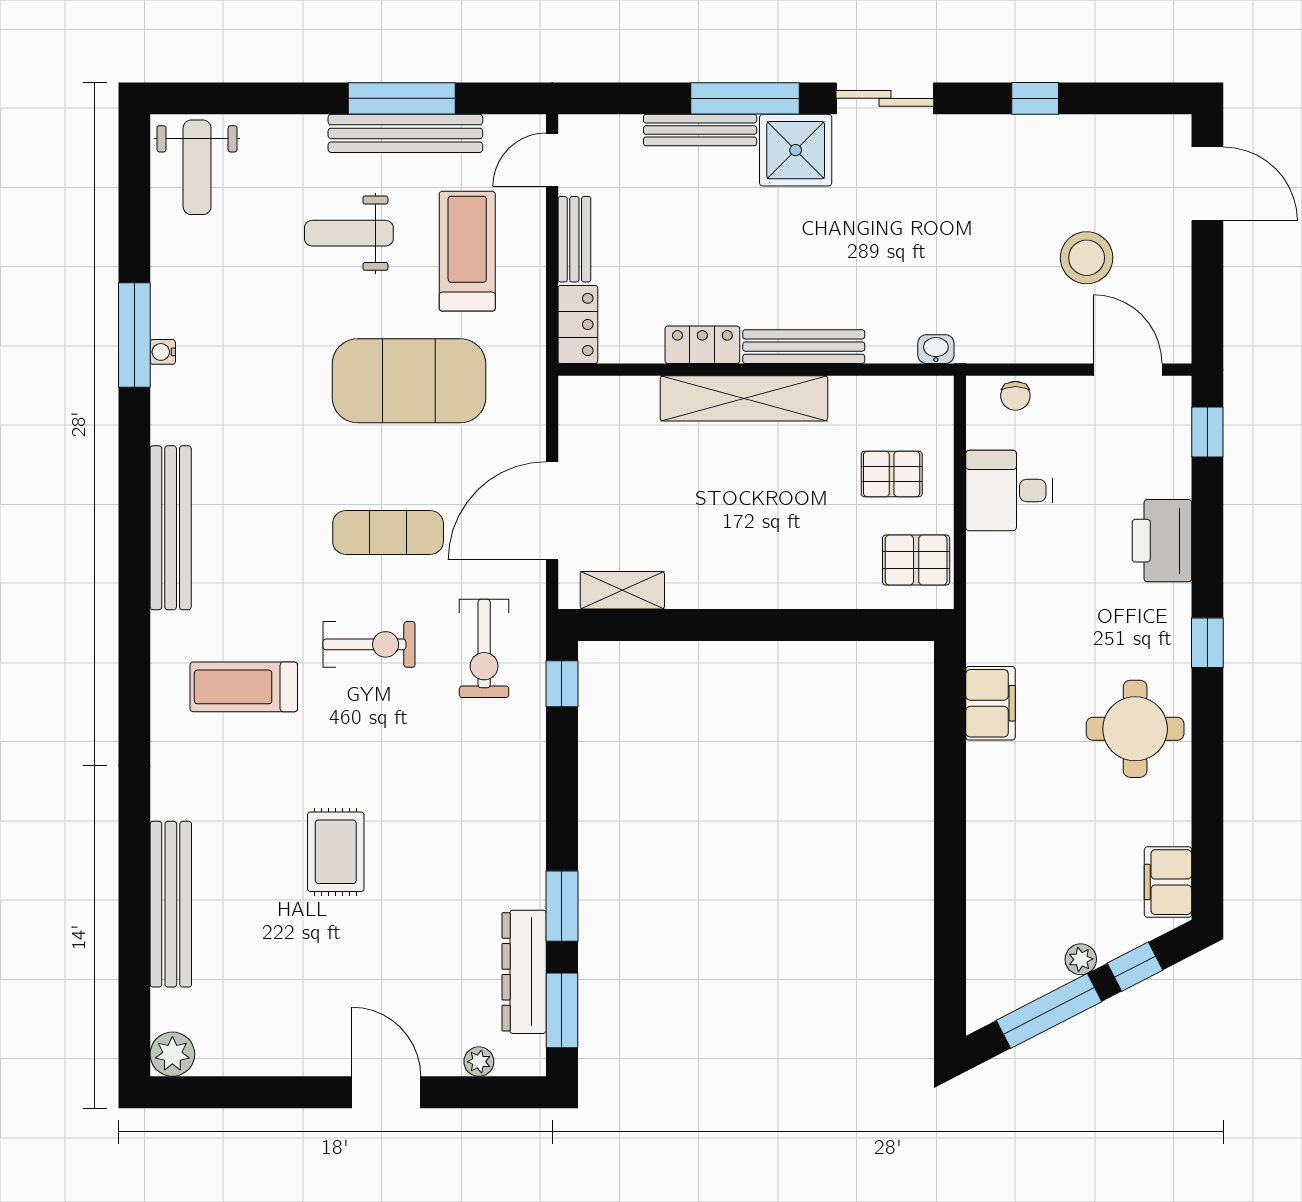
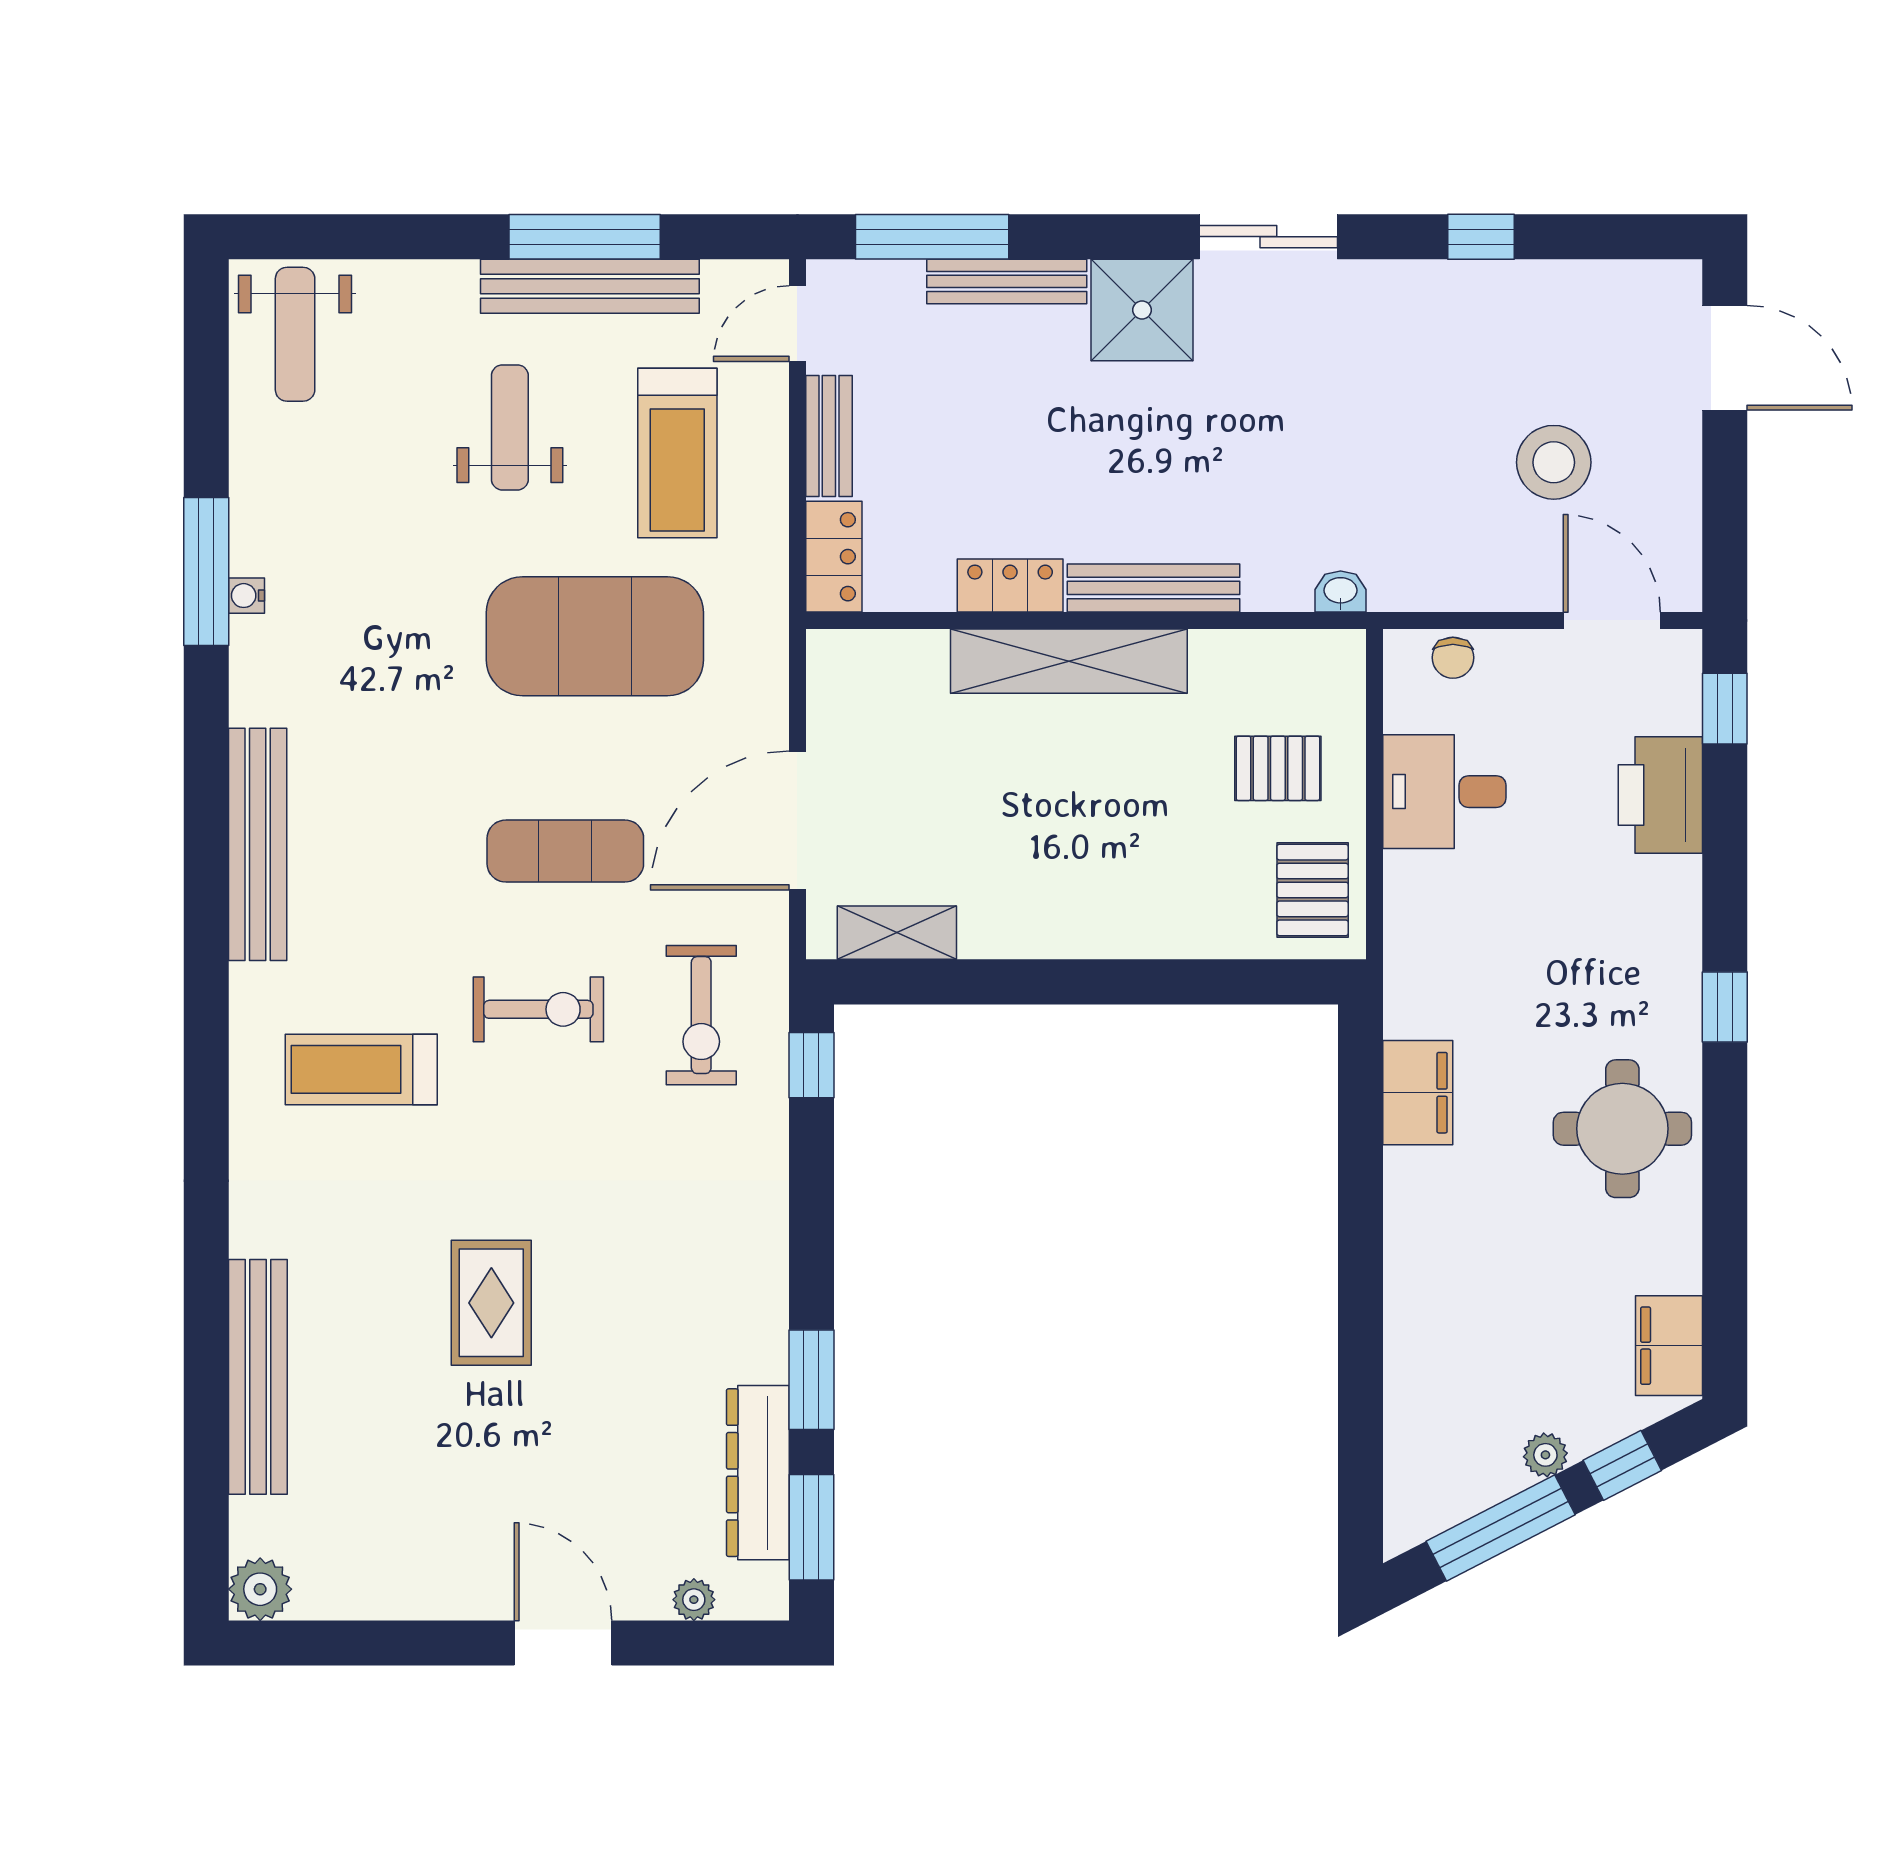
window: (745, 98) -> (932, 237), moved
weight bench: (349, 233) -> (510, 427), turned 90
treadmill: (467, 251) -> (677, 453), turned 180
printer: (1162, 541) -> (1660, 795), moved
pallet: (916, 560) -> (1313, 890), turned 90

